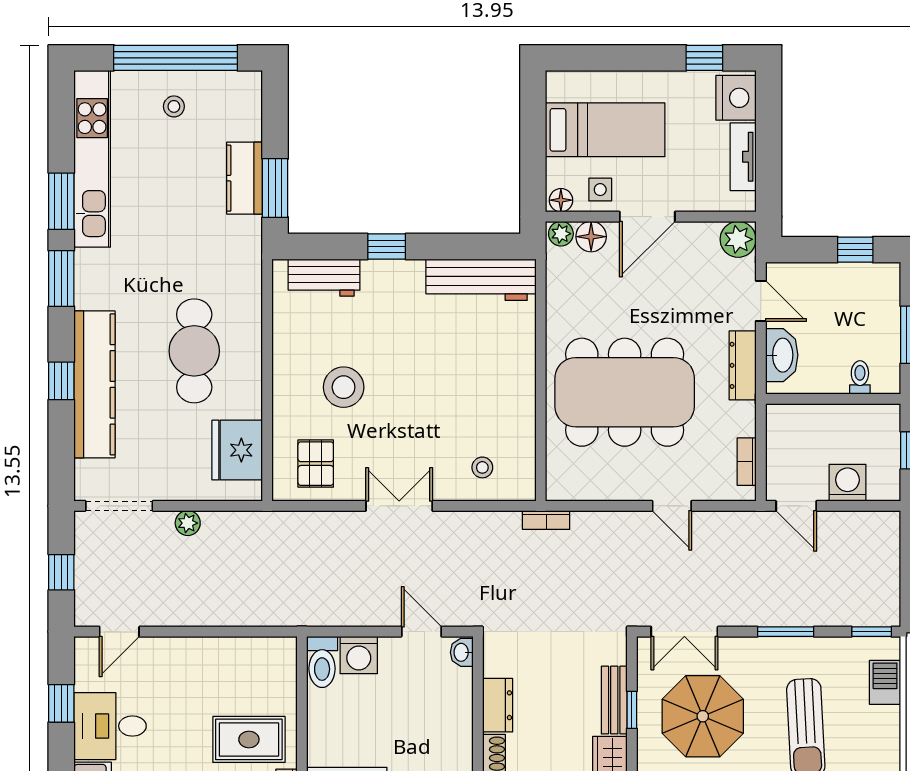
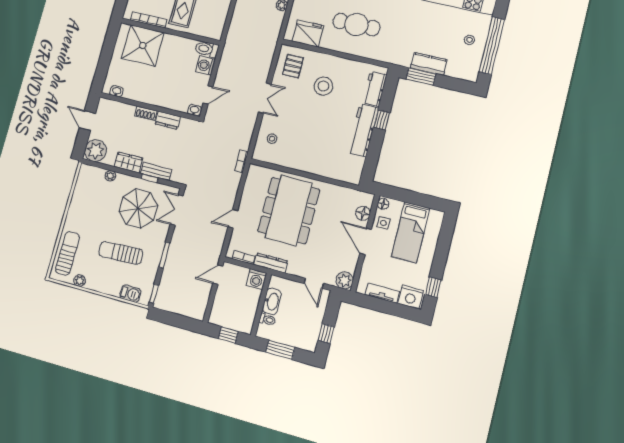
plant: (561, 234) -> (368, 200), removed
workbench: (481, 280) -> (363, 130), moved
door: (761, 301) -> (314, 283), hinge flipped
washbasin: (782, 355) -> (272, 301), moved, turned -90
dresser: (743, 365) -> (271, 263), moved
pallet: (316, 464) -> (293, 66), turned 90
washing machine: (847, 483) -> (256, 279), moved, turned 90

